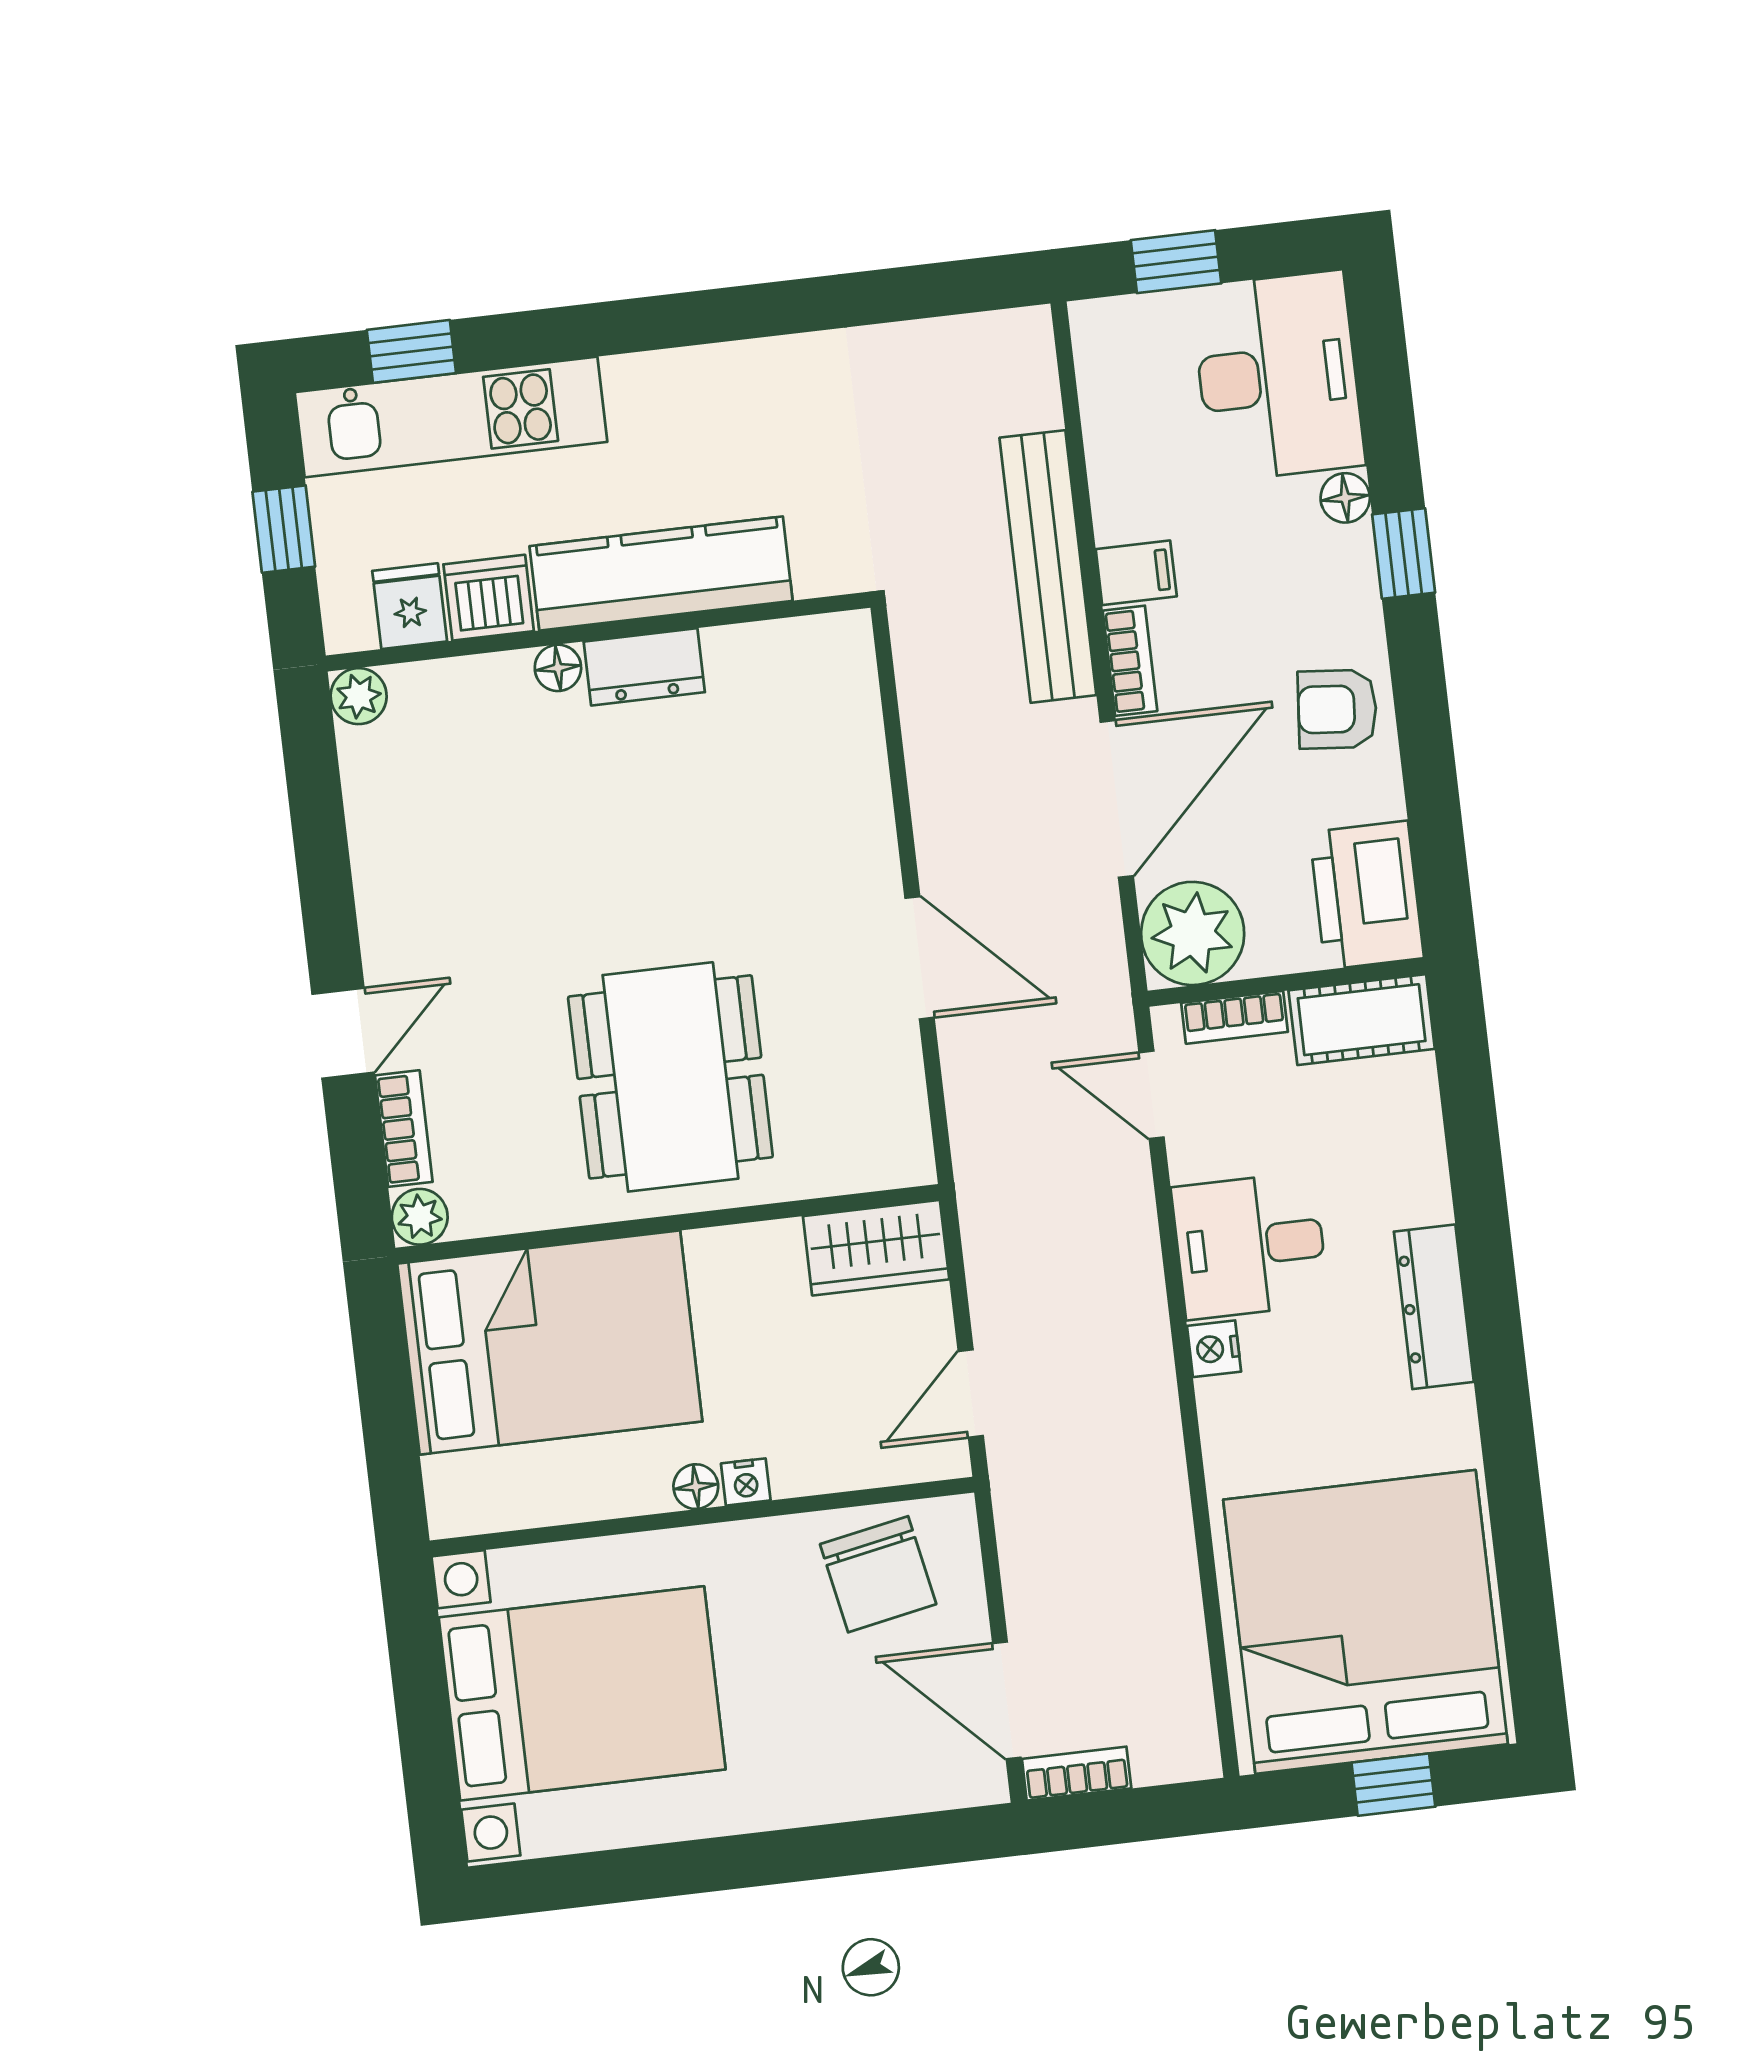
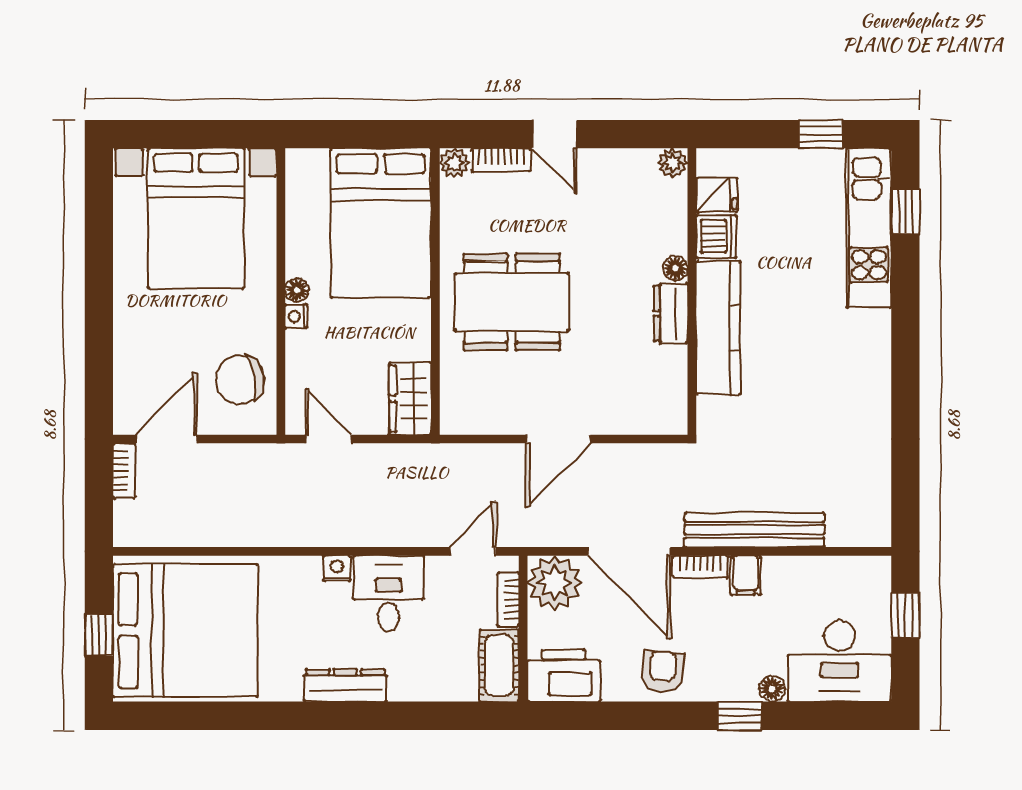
kitchen counter: (661, 573) -> (718, 328), moved
dishwasher: (489, 598) -> (716, 237), moved
fridge: (410, 606) -> (717, 195), moved
wall: (598, 632) -> (692, 291), moved
dresser: (644, 667) -> (671, 313), moved
floor lamp: (558, 668) -> (675, 268), moved
plant: (359, 696) -> (673, 163), moved

